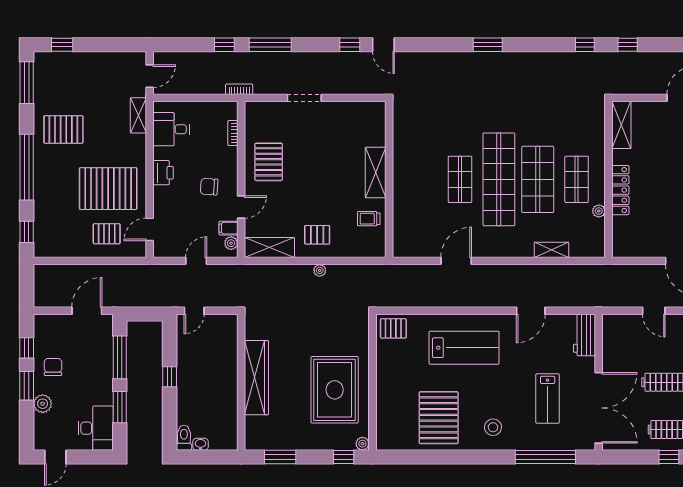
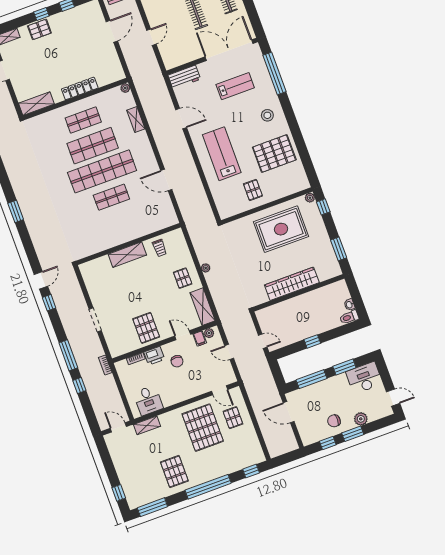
pallet: (269, 162) -> (146, 328), turned 90
printer: (163, 173) -> (154, 356), moved, turned 180
plant: (599, 211) -> (125, 88), moved
pallet: (393, 328) -> (253, 190), moved

